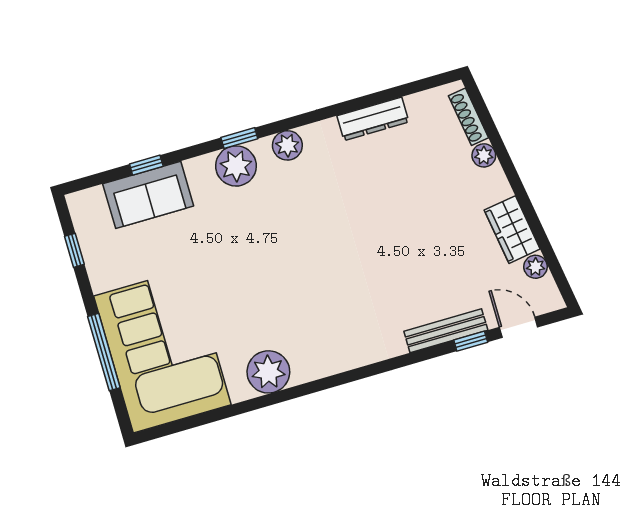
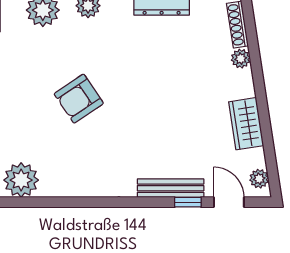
armchair: (308, 257) -> (79, 99), added
plant: (536, 267) -> (259, 179), moved

